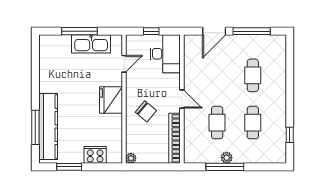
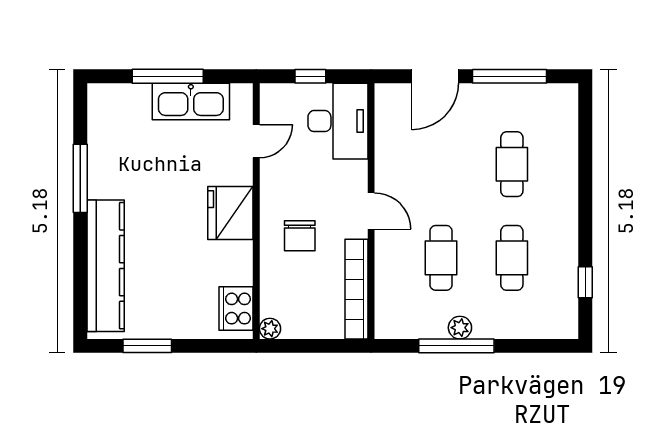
chair: (146, 111) -> (300, 236), turned 50
window: (35, 127) -> (80, 178), moved
cooker: (95, 155) -> (236, 309), moved, turned -90

